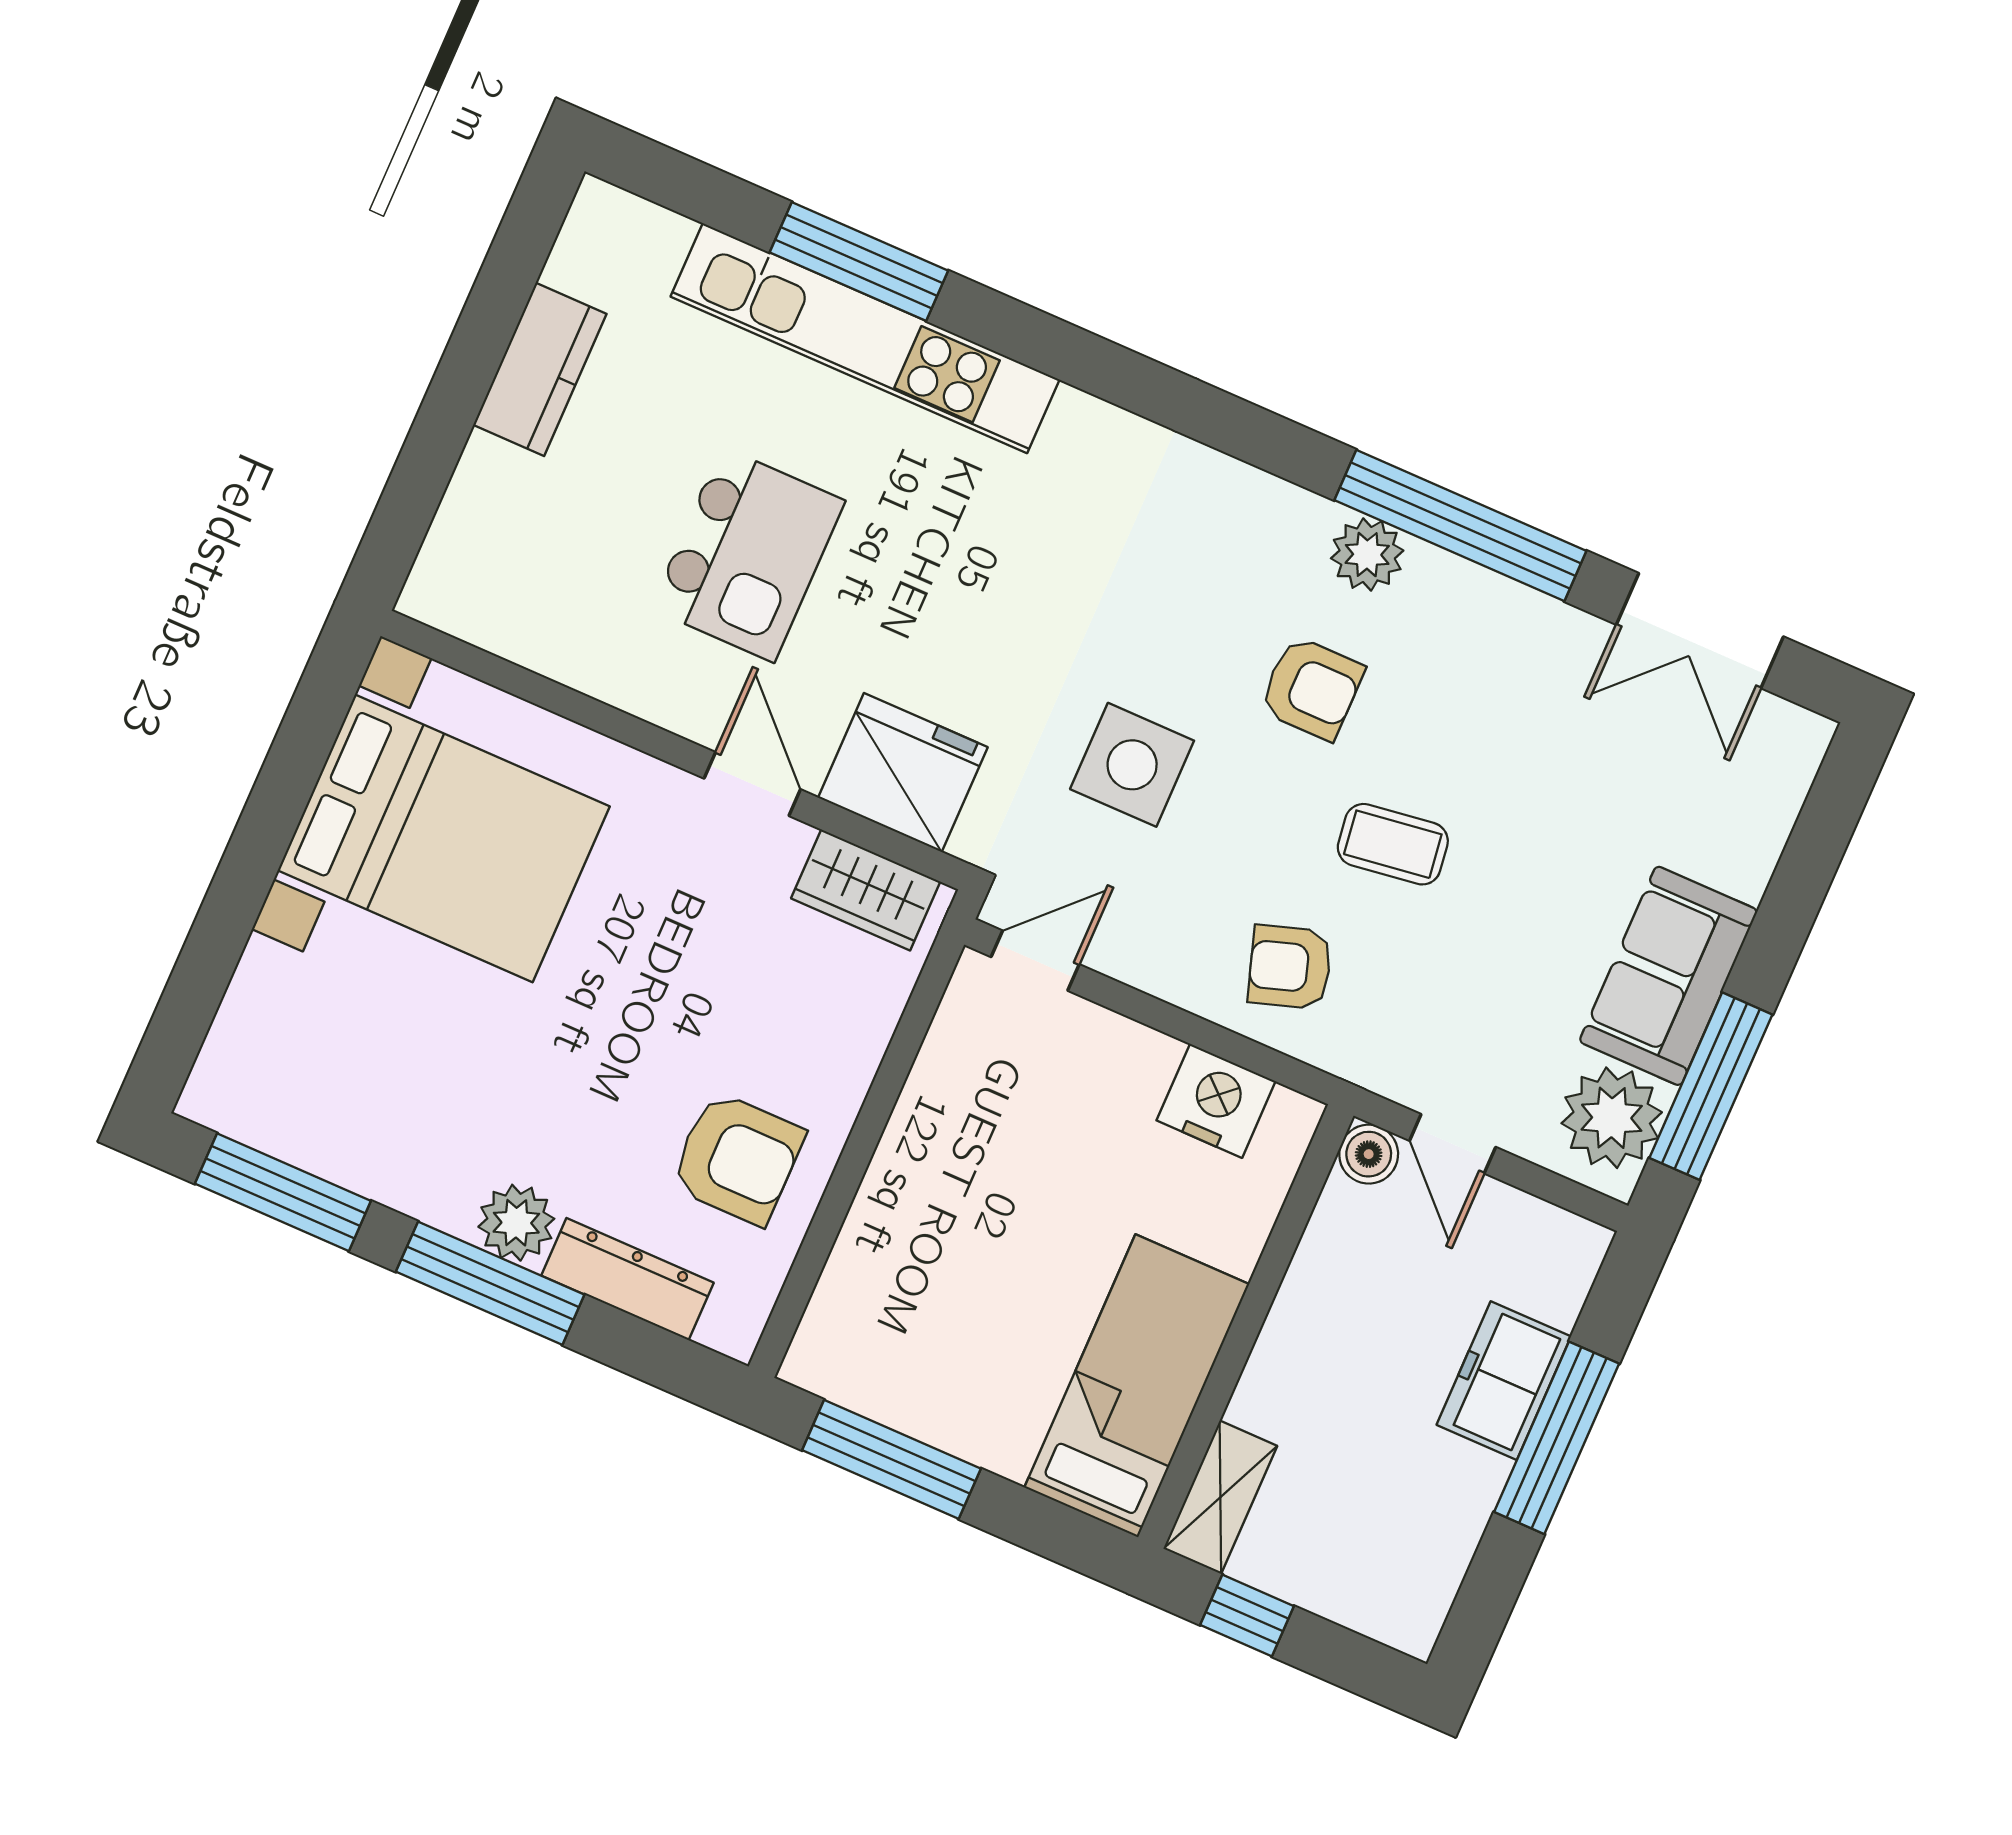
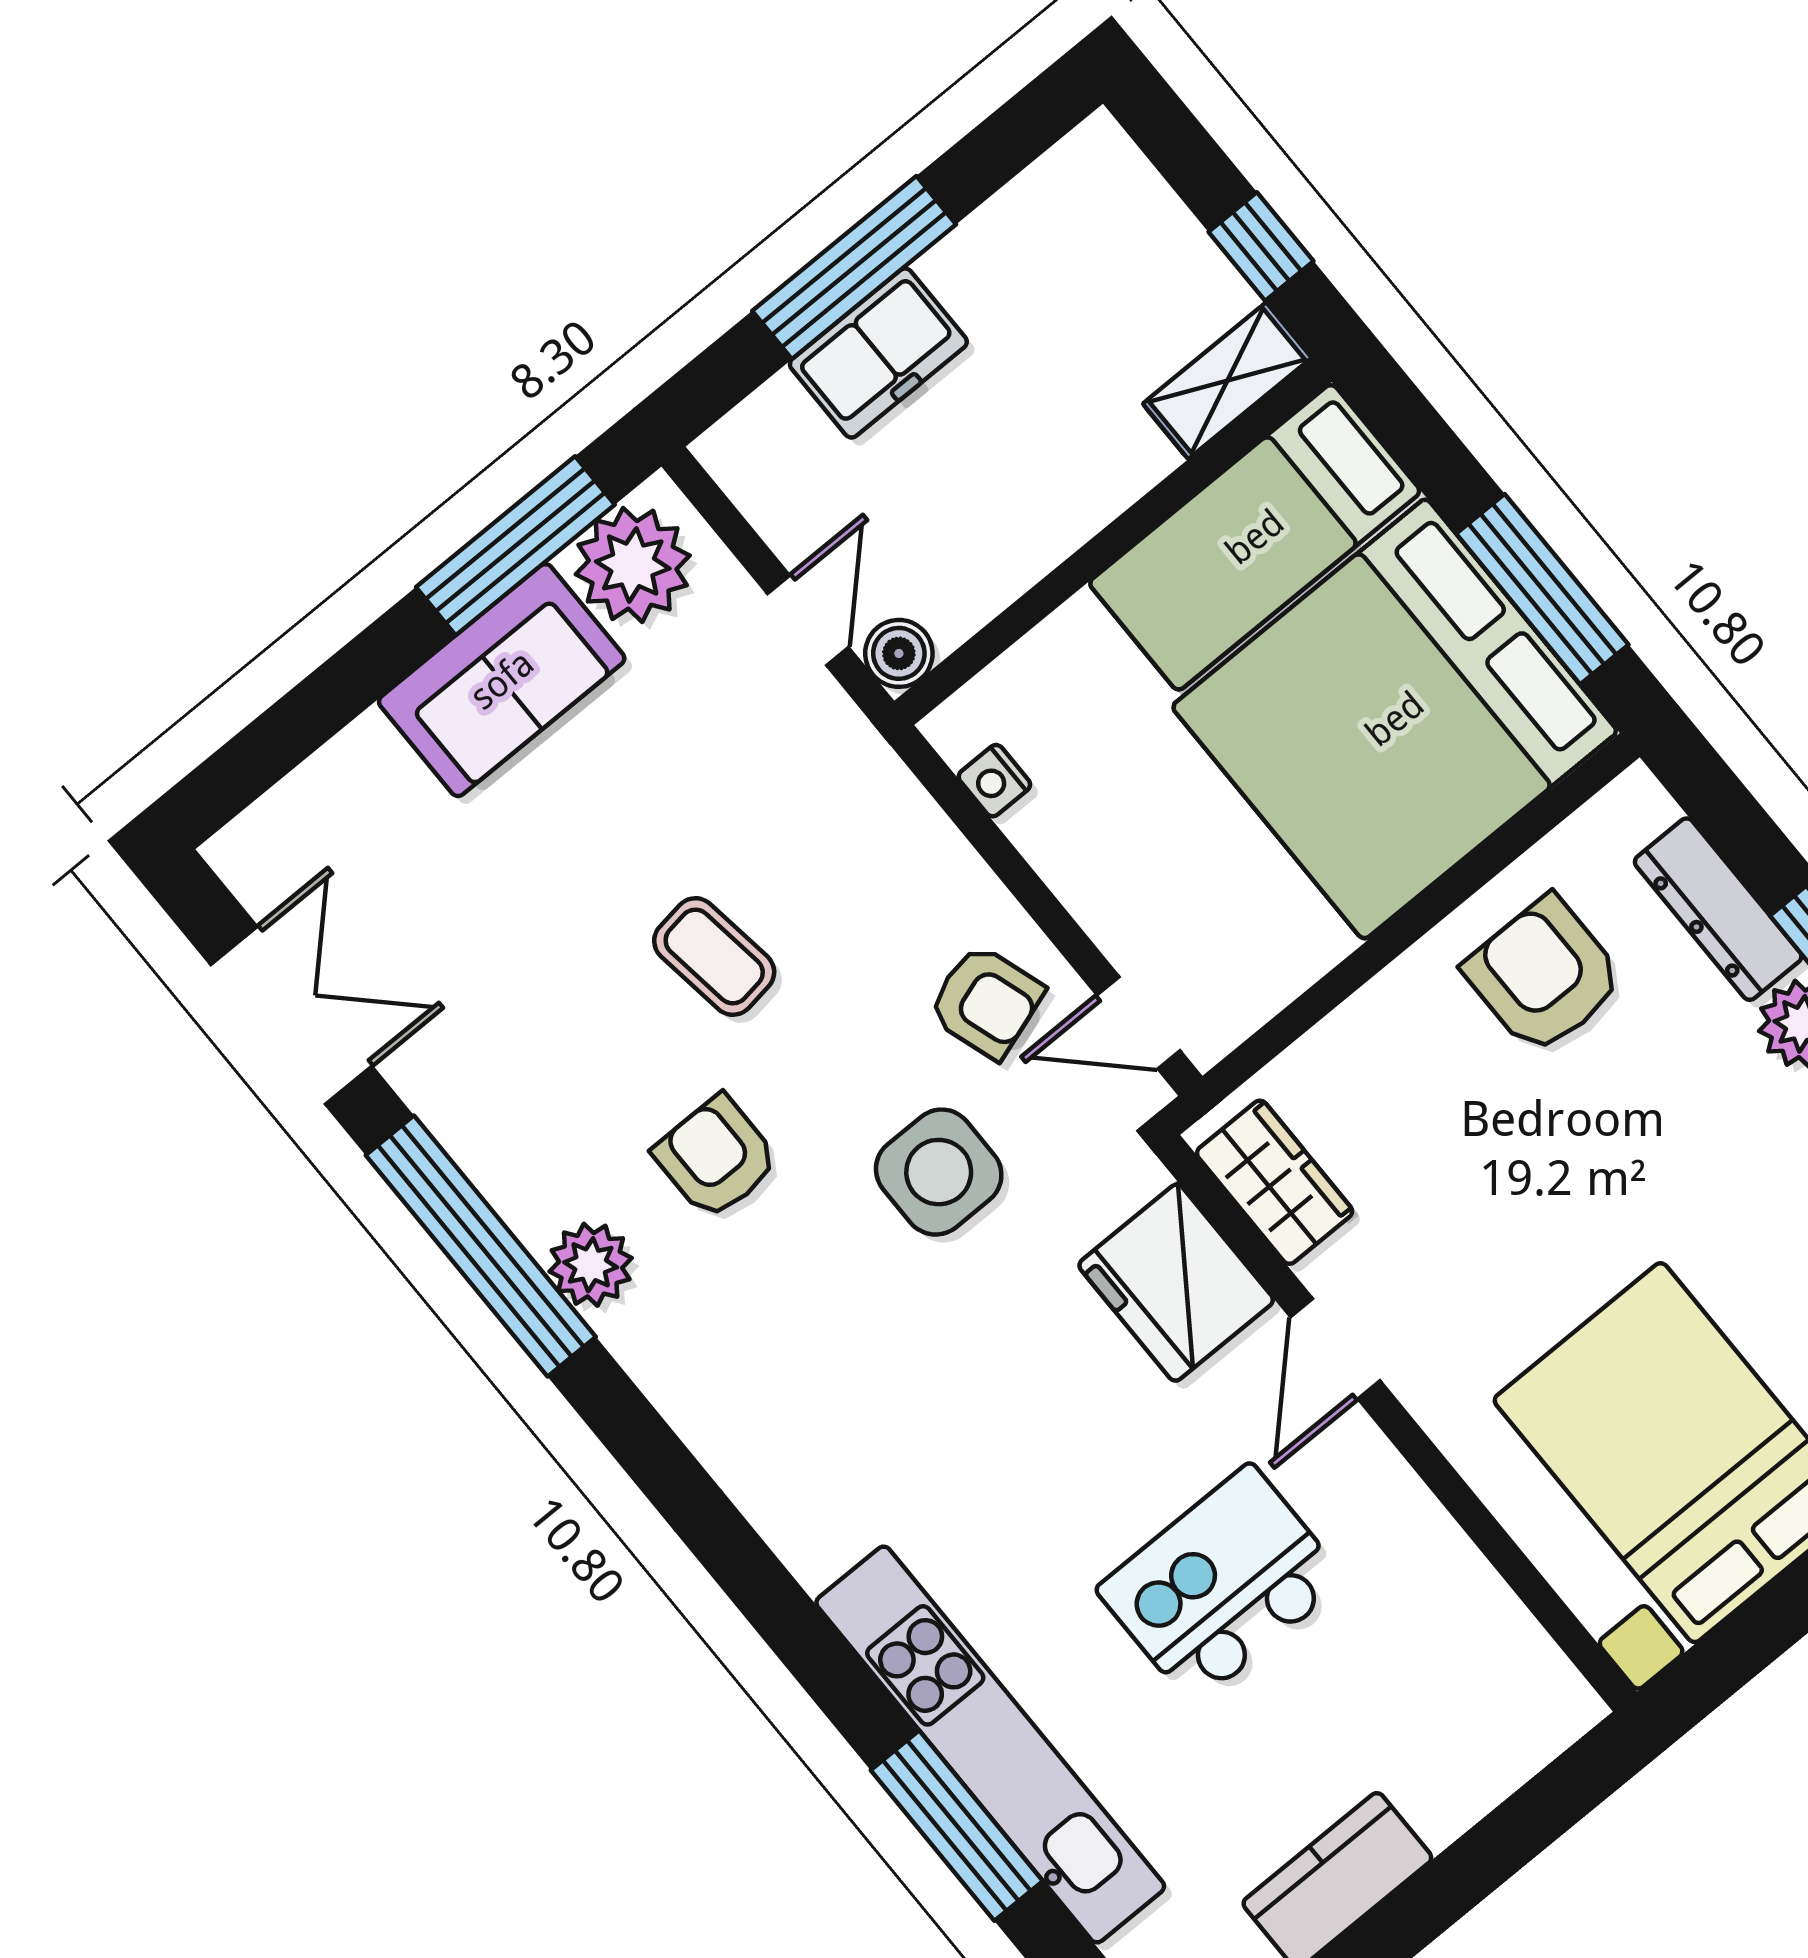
armchair: (1290, 967) -> (986, 1001), moved
nightstand: (1216, 1101) -> (994, 781), width x0.53, depth x0.56
bed: (955, 1299) -> (1395, 719), added

